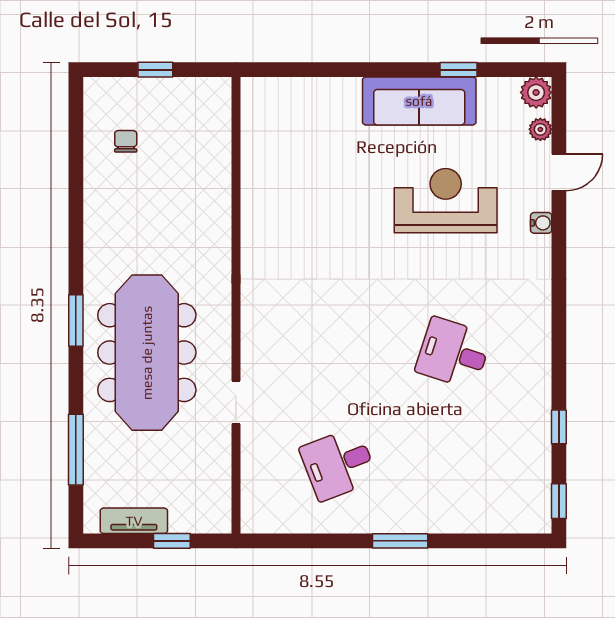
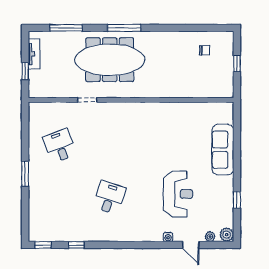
sofa: (419, 101) -> (223, 150), moved
window: (76, 321) -> (124, 28), width x1.44

